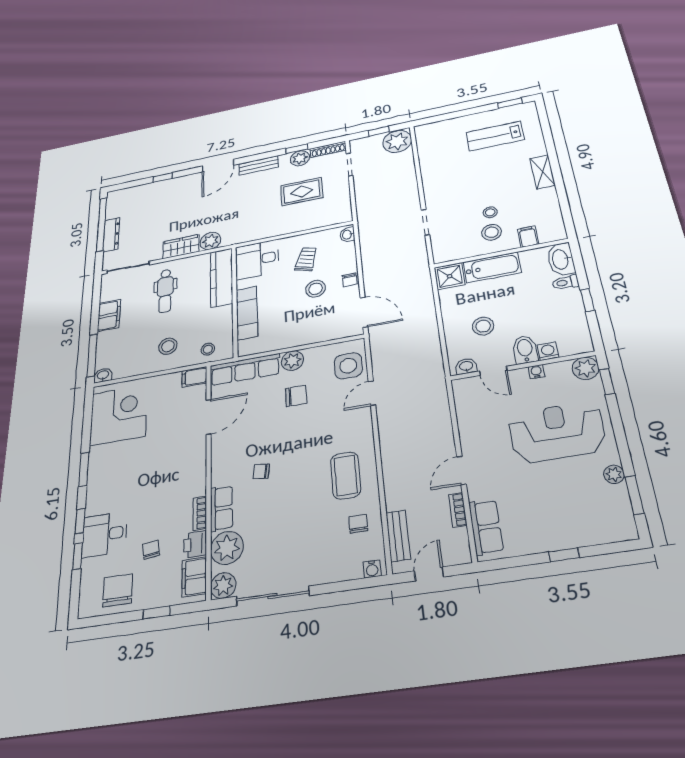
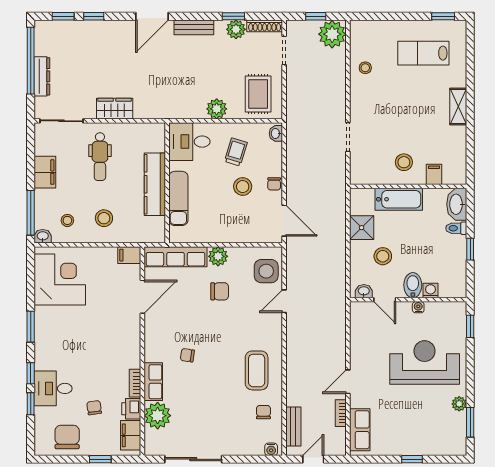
window: (134, 184) -> (63, 16), added
rug: (302, 192) -> (258, 94), moved, turned 90
stool: (490, 212) -> (365, 68), moved
plant: (210, 241) -> (217, 109), moved
shower: (450, 276) -> (362, 228), moved
kitchen counter: (221, 278) -> (155, 184), moved
stool: (208, 349) -> (67, 220), moved
plant: (586, 368) -> (456, 312), removed
plant: (223, 585) -> (154, 445), removed

